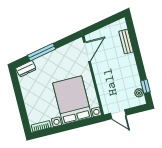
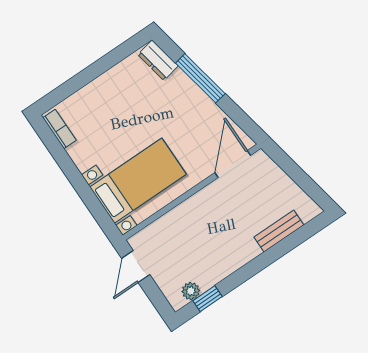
door: (87, 52) -> (233, 164), swing flipped
bed with nightstands: (72, 100) -> (138, 181), width x0.73

